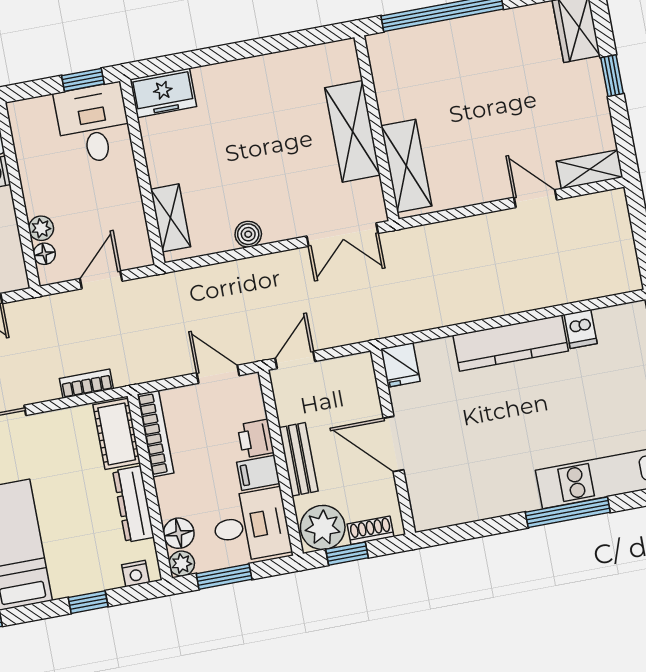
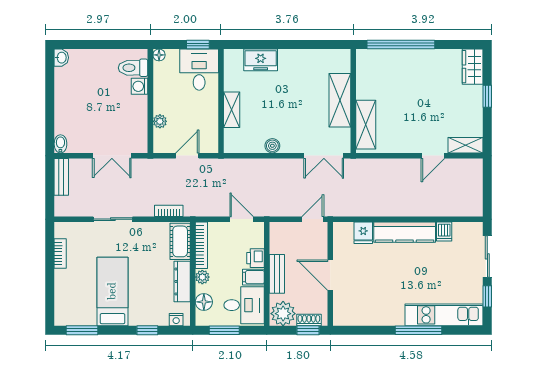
freezer: (163, 93) -> (261, 60), moved
door: (535, 199) -> (433, 156), swing flipped
shelving: (171, 218) -> (232, 110), moved
floor lamp: (44, 254) -> (159, 55), moved
door: (295, 360) -> (313, 219), moved
fridge: (400, 365) -> (363, 233), moved
window: (347, 554) -> (308, 330), moved
plant: (182, 564) -> (202, 277), moved

